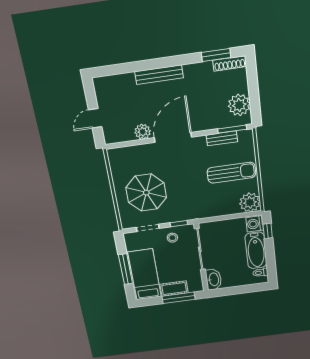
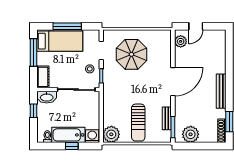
bench: (159, 75) -> (221, 91), moved
door: (95, 118) -> (196, 26), swing flipped
plant: (143, 132) -> (181, 41), moved
door: (173, 137) -> (173, 82), hinge flipped
window: (268, 231) -> (72, 146), moved
cot: (174, 289) -> (43, 77), moved
window: (231, 291) -> (34, 111), added
window: (179, 298) -> (34, 52), moved

